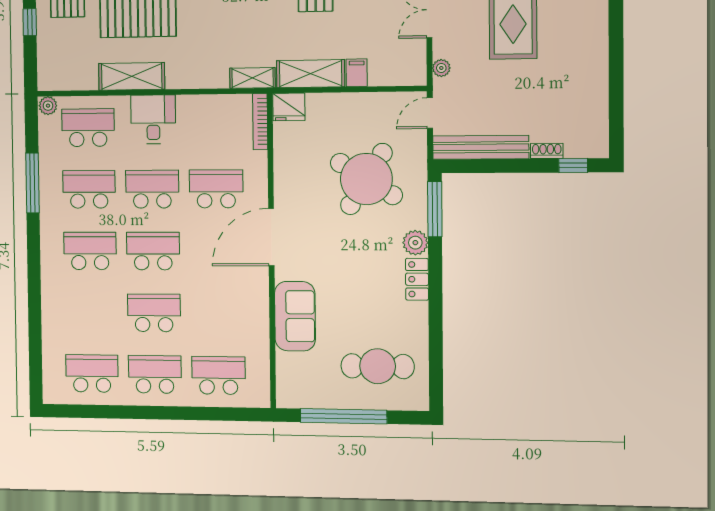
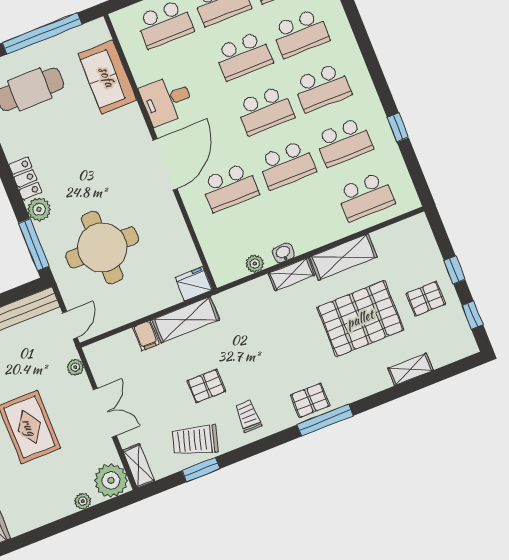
shelving: (252, 78) -> (291, 274), moved
washbasin: (188, 103) -> (283, 253), added
plant: (48, 106) -> (255, 264), moved
desk: (153, 119) -> (167, 100), moved, turned 90
bookcase: (260, 122) -> (214, 261), removed
round table: (366, 179) -> (102, 247), turned -32
window: (32, 183) -> (398, 127), width x0.46
school desk: (91, 312) -> (301, 33), added
sofa: (295, 316) -> (107, 77), moved

